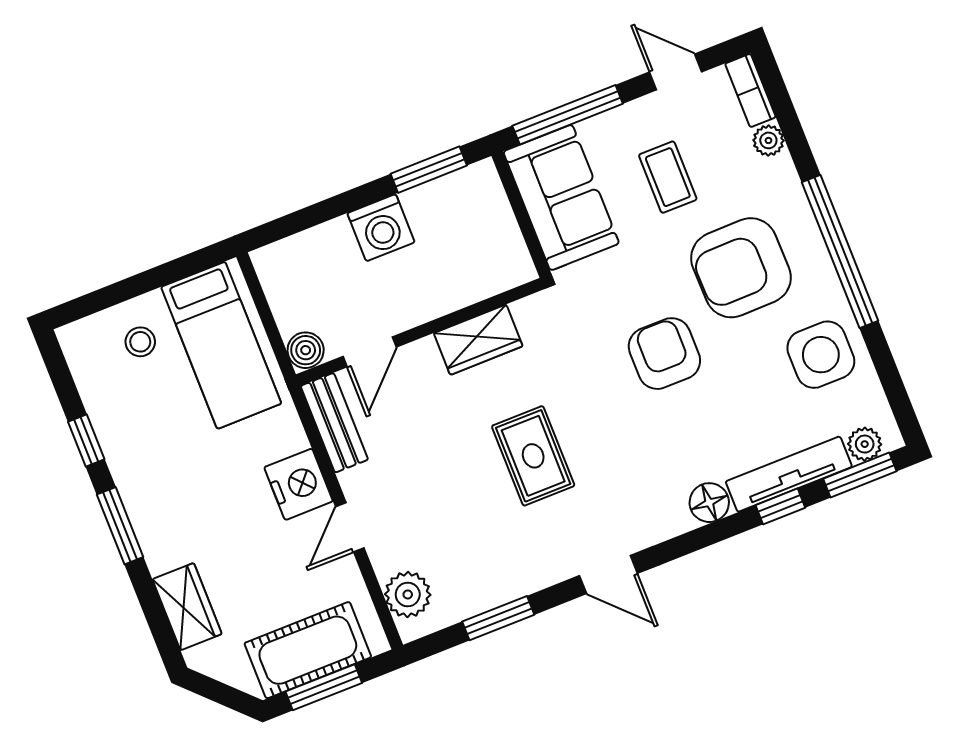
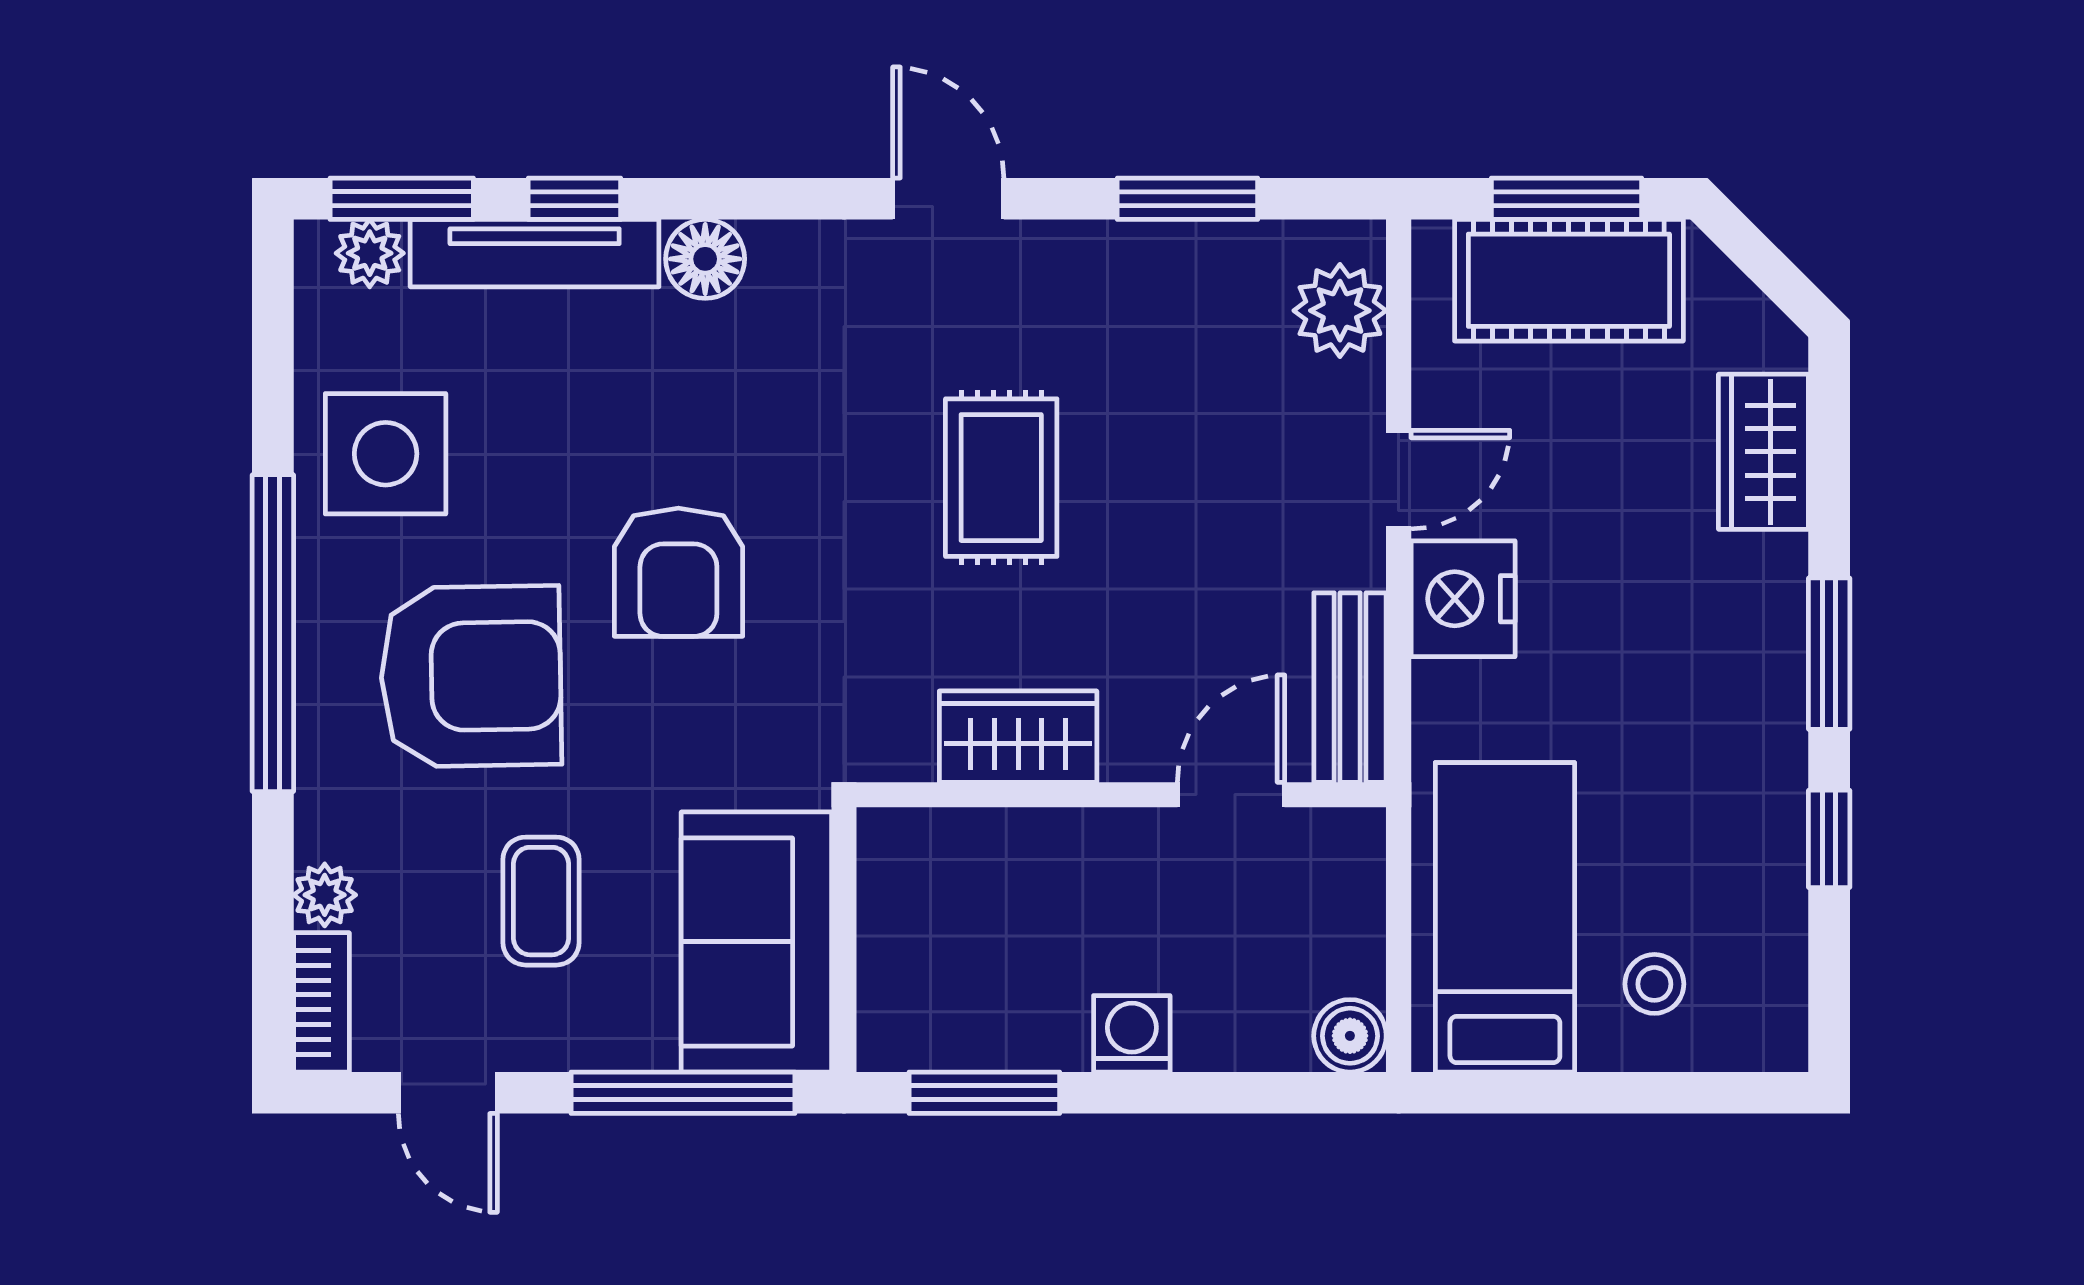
washing machine: (381, 228) -> (1132, 1034), width x0.73, depth x0.73
boiler: (306, 350) -> (1350, 1036), moved

